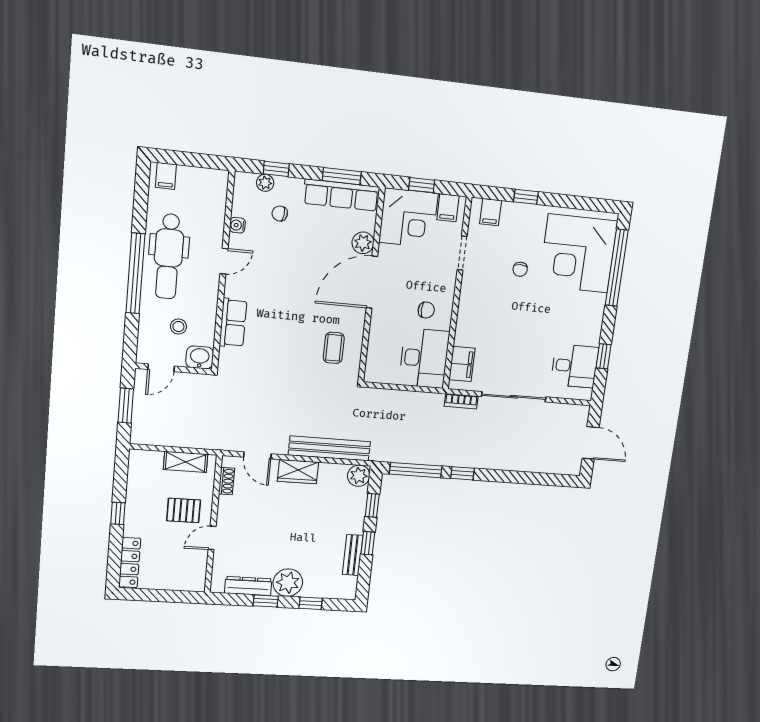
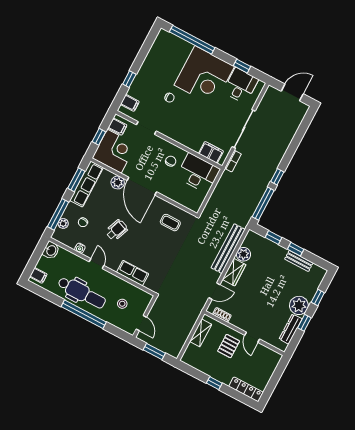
window: (276, 169) -> (58, 214), width x2.17
corner desk: (578, 254) -> (204, 76), moved
wheelchair: (289, 271) -> (117, 230), added
washbasin: (200, 357) -> (51, 250), moved, turned 180
plant: (359, 476) -> (243, 254), moved

